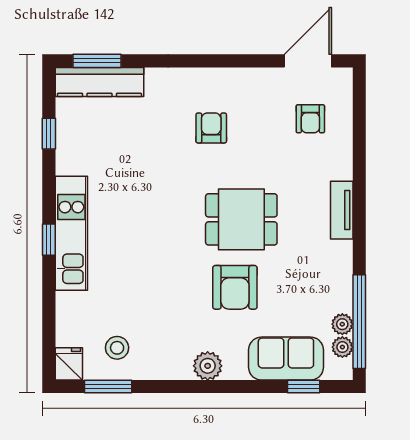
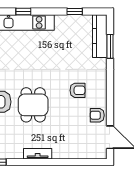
window: (97, 61) -> (110, 46), moved
armchair: (310, 119) -> (97, 115), moved

